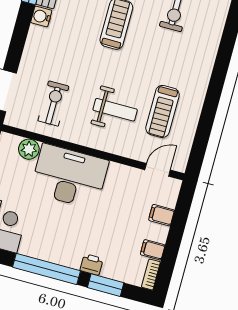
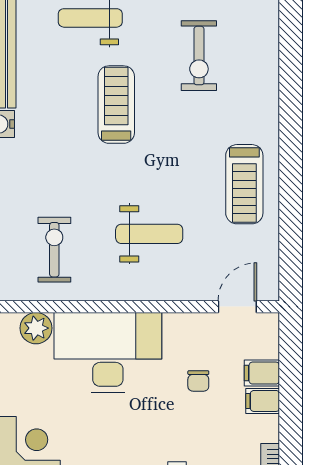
treadmill: (162, 111) -> (244, 184), moved
chair: (121, 209) -> (198, 381), added
filing cabinet: (153, 250) -> (263, 401), moved

